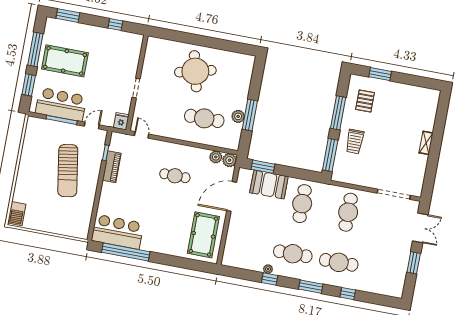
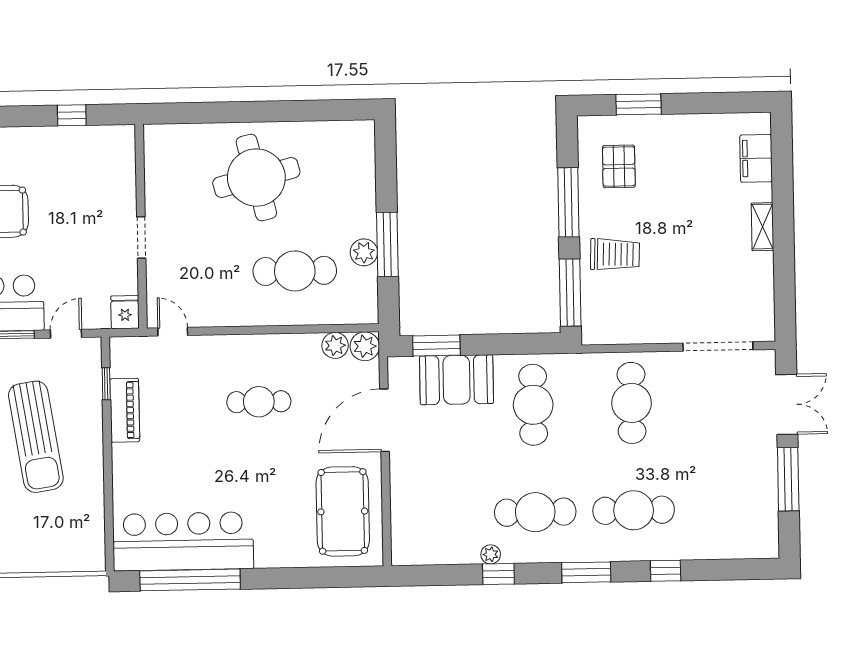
filing cabinet: (430, 110) -> (756, 158), added
trolley: (355, 141) -> (615, 254), turned -88
bar counter: (117, 232) -> (183, 541), width x1.36
window: (414, 263) -> (788, 479), width x1.44

